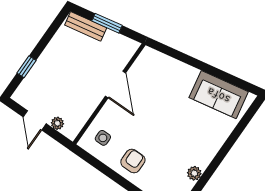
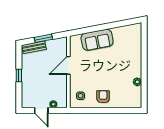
window: (26, 67) -> (19, 75), moved
door: (115, 85) -> (68, 65), swing flipped
sofa: (219, 95) -> (97, 40), moved

